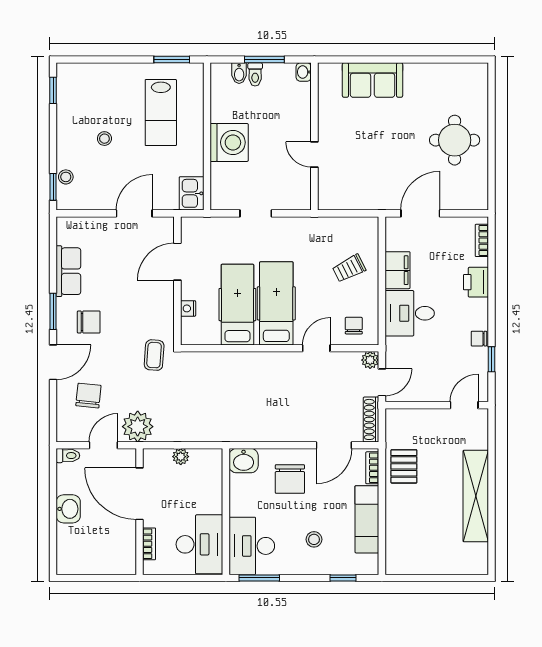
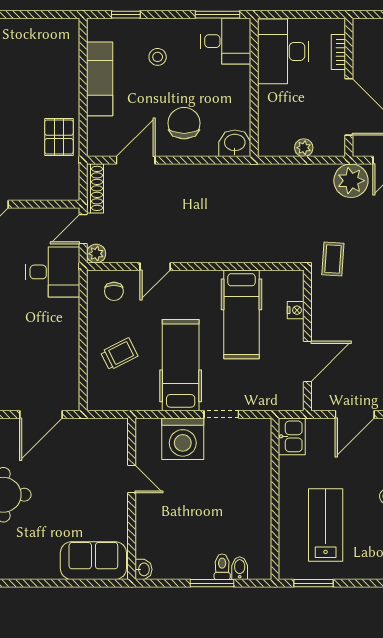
washbasin: (304, 72) -> (143, 569), moved
wall: (314, 136) -> (132, 499), moved
washing machine: (229, 142) -> (183, 439), moved, turned -90
door: (314, 154) -> (132, 479), moved
filing cabinet: (397, 270) -> (66, 352), removed
hospital bed: (276, 303) -> (181, 365), moved, turned 180
desk: (410, 313) -> (53, 272), moved
bookcase: (372, 468) -> (94, 135), removed
desk: (252, 546) -> (226, 41), width x0.73

